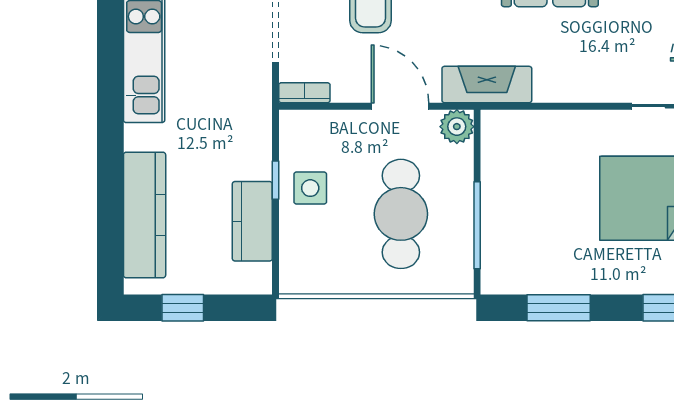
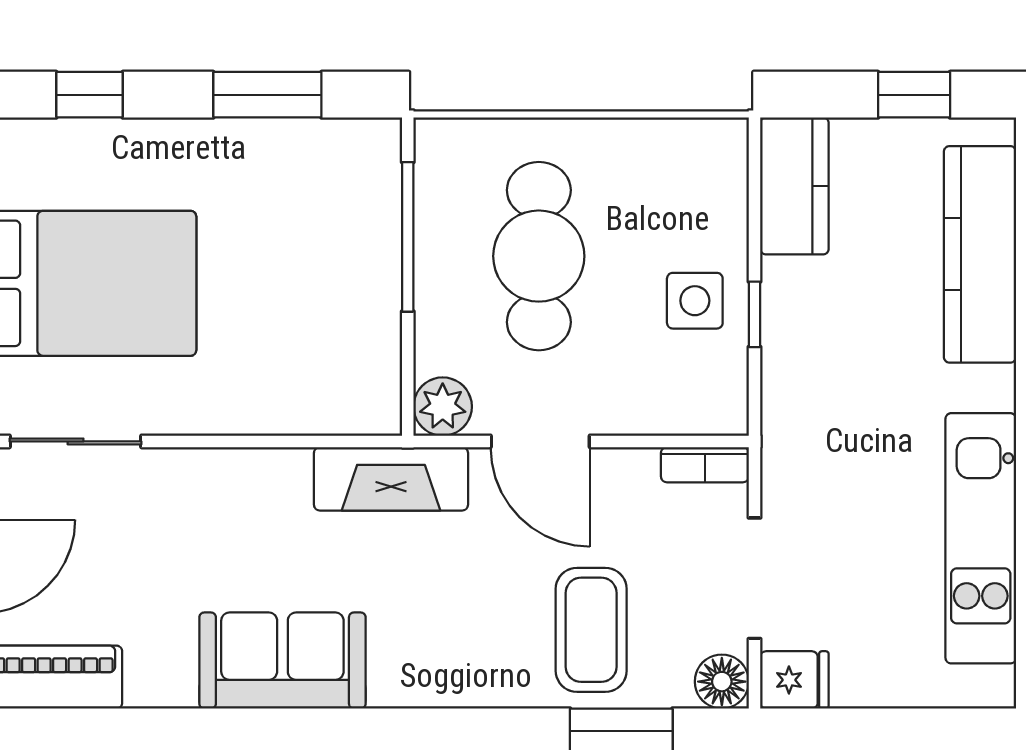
kitchen counter: (252, 221) -> (794, 186), moved

